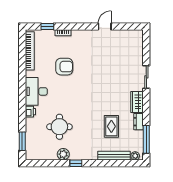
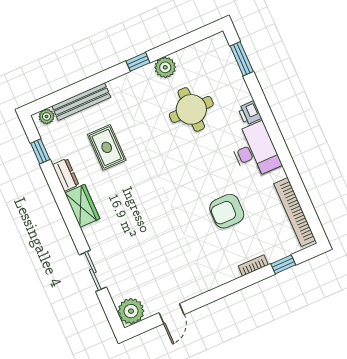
door: (105, 27) -> (172, 314), moved
plant: (136, 37) -> (131, 311), added
sliding door: (146, 77) -> (93, 271), moved
window: (146, 139) -> (40, 151), width x0.46

